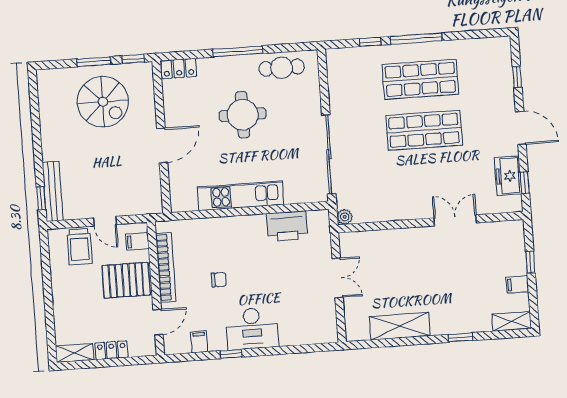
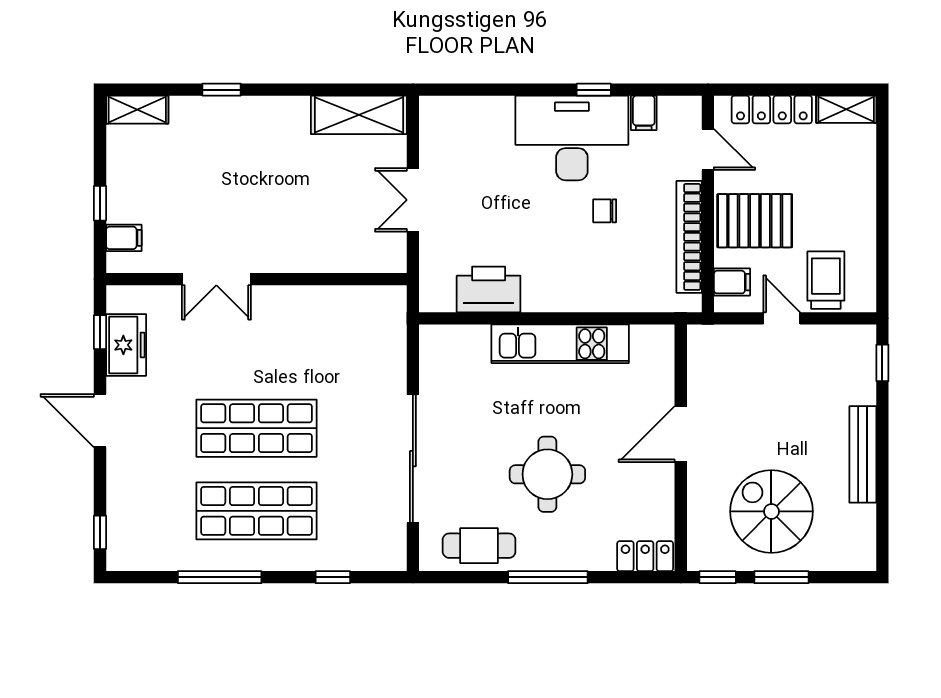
window: (416, 39) -> (220, 577), moved
window: (517, 77) -> (100, 532), moved
sliding door: (329, 154) -> (413, 459), moved
bench: (53, 191) -> (863, 454), moved
plant: (345, 217) -> (395, 298), removed
filing cabinet: (517, 284) -> (124, 238), moved
door: (158, 322) -> (708, 149), swing flipped
shelving: (400, 326) -> (359, 115), moved
desk: (252, 328) -> (572, 138), width x1.36, depth x1.30
locker: (112, 350) -> (772, 109), width x1.53

